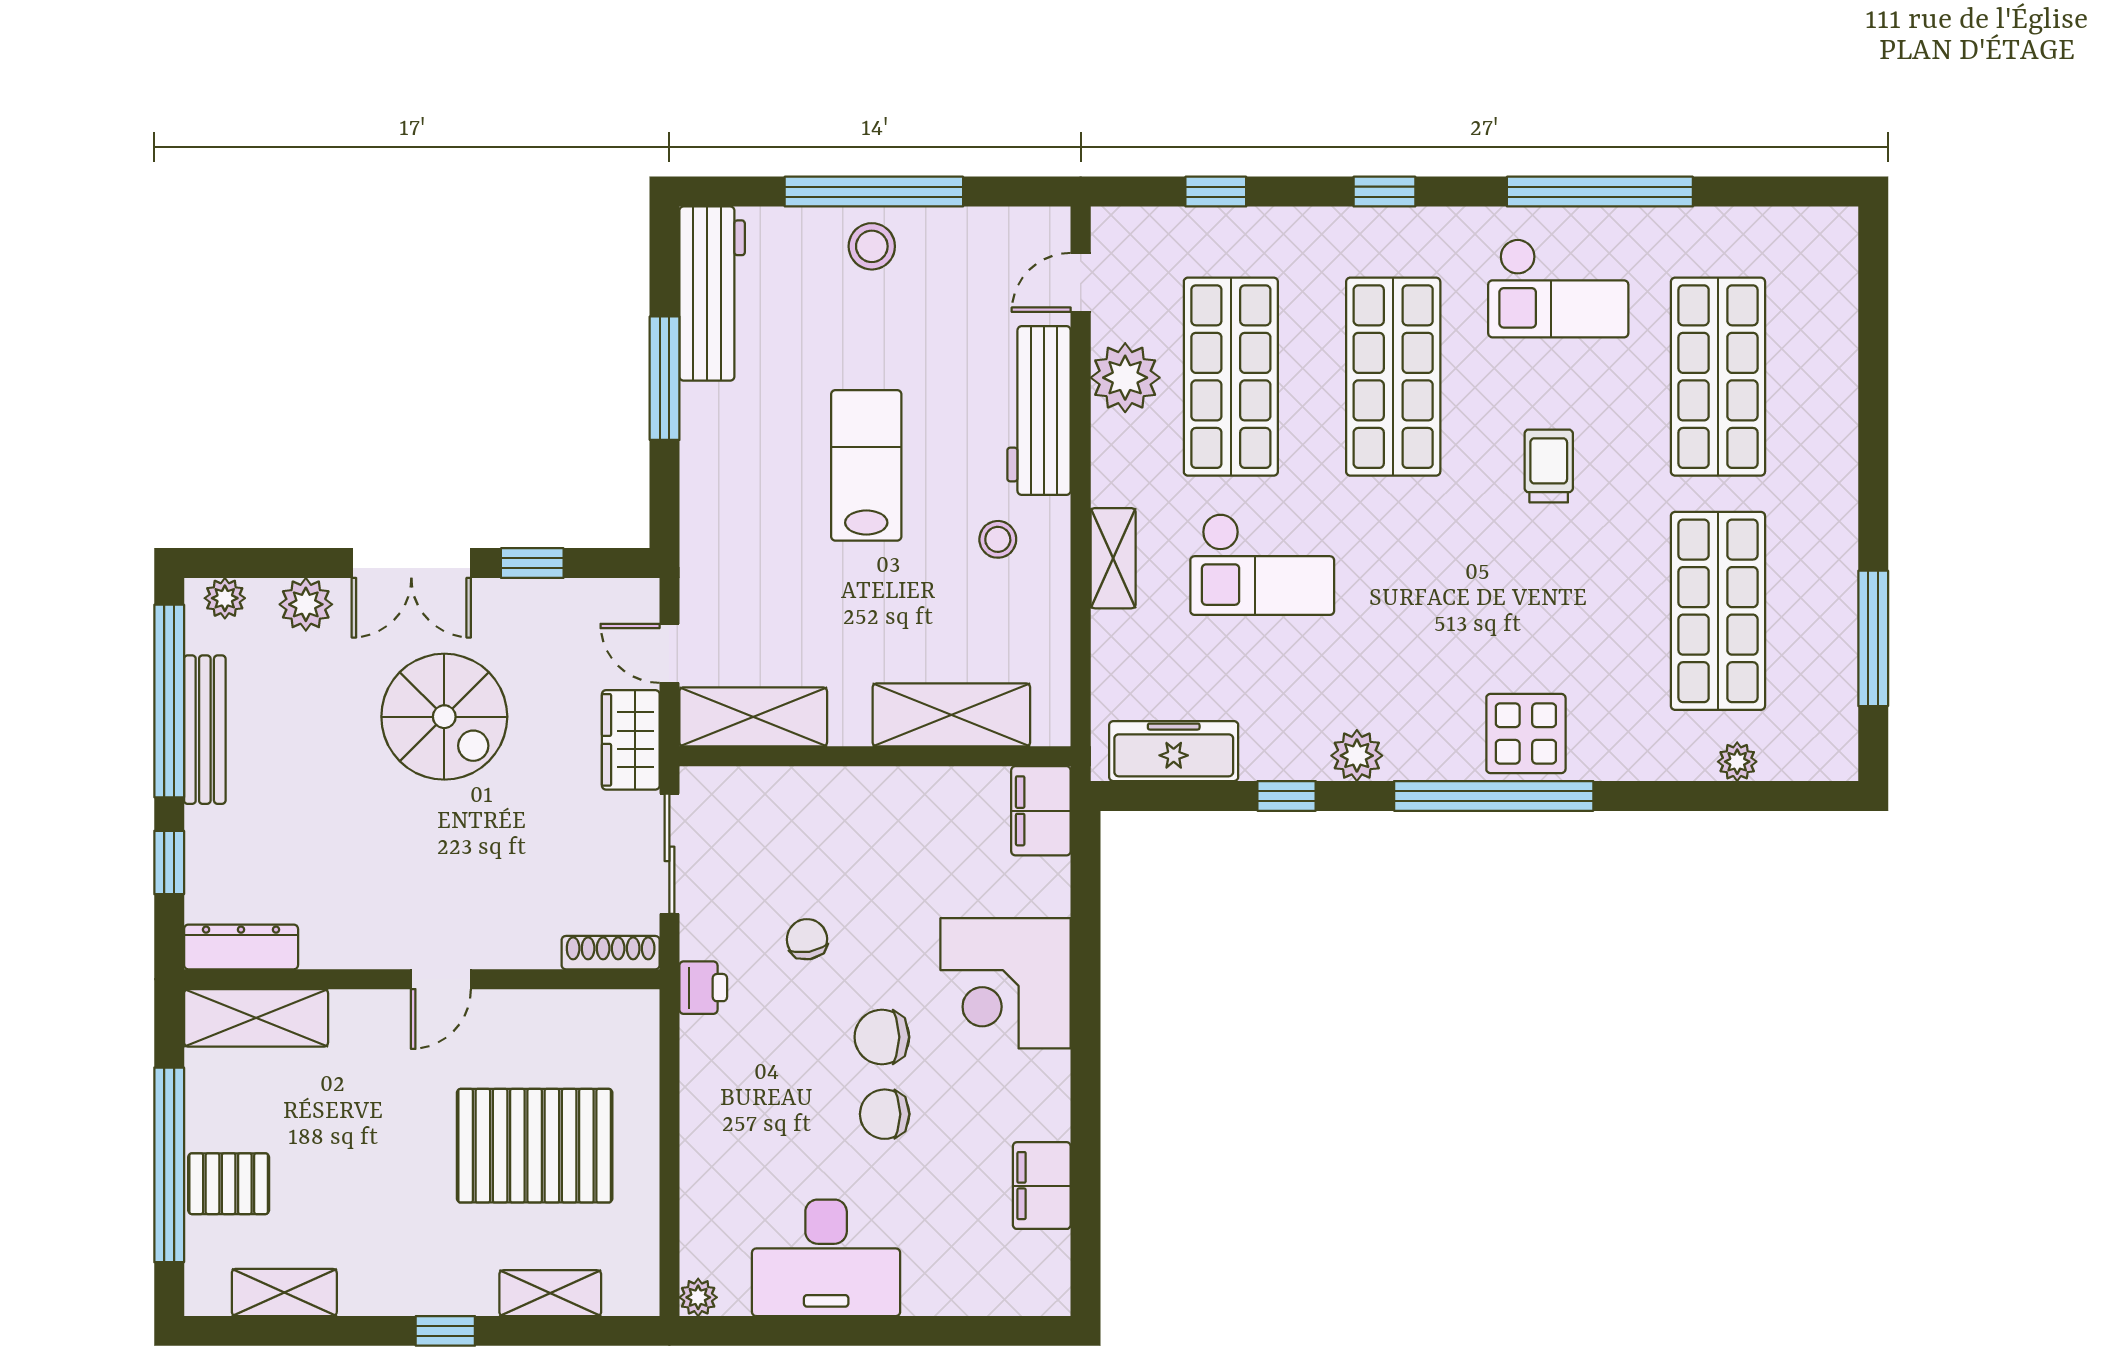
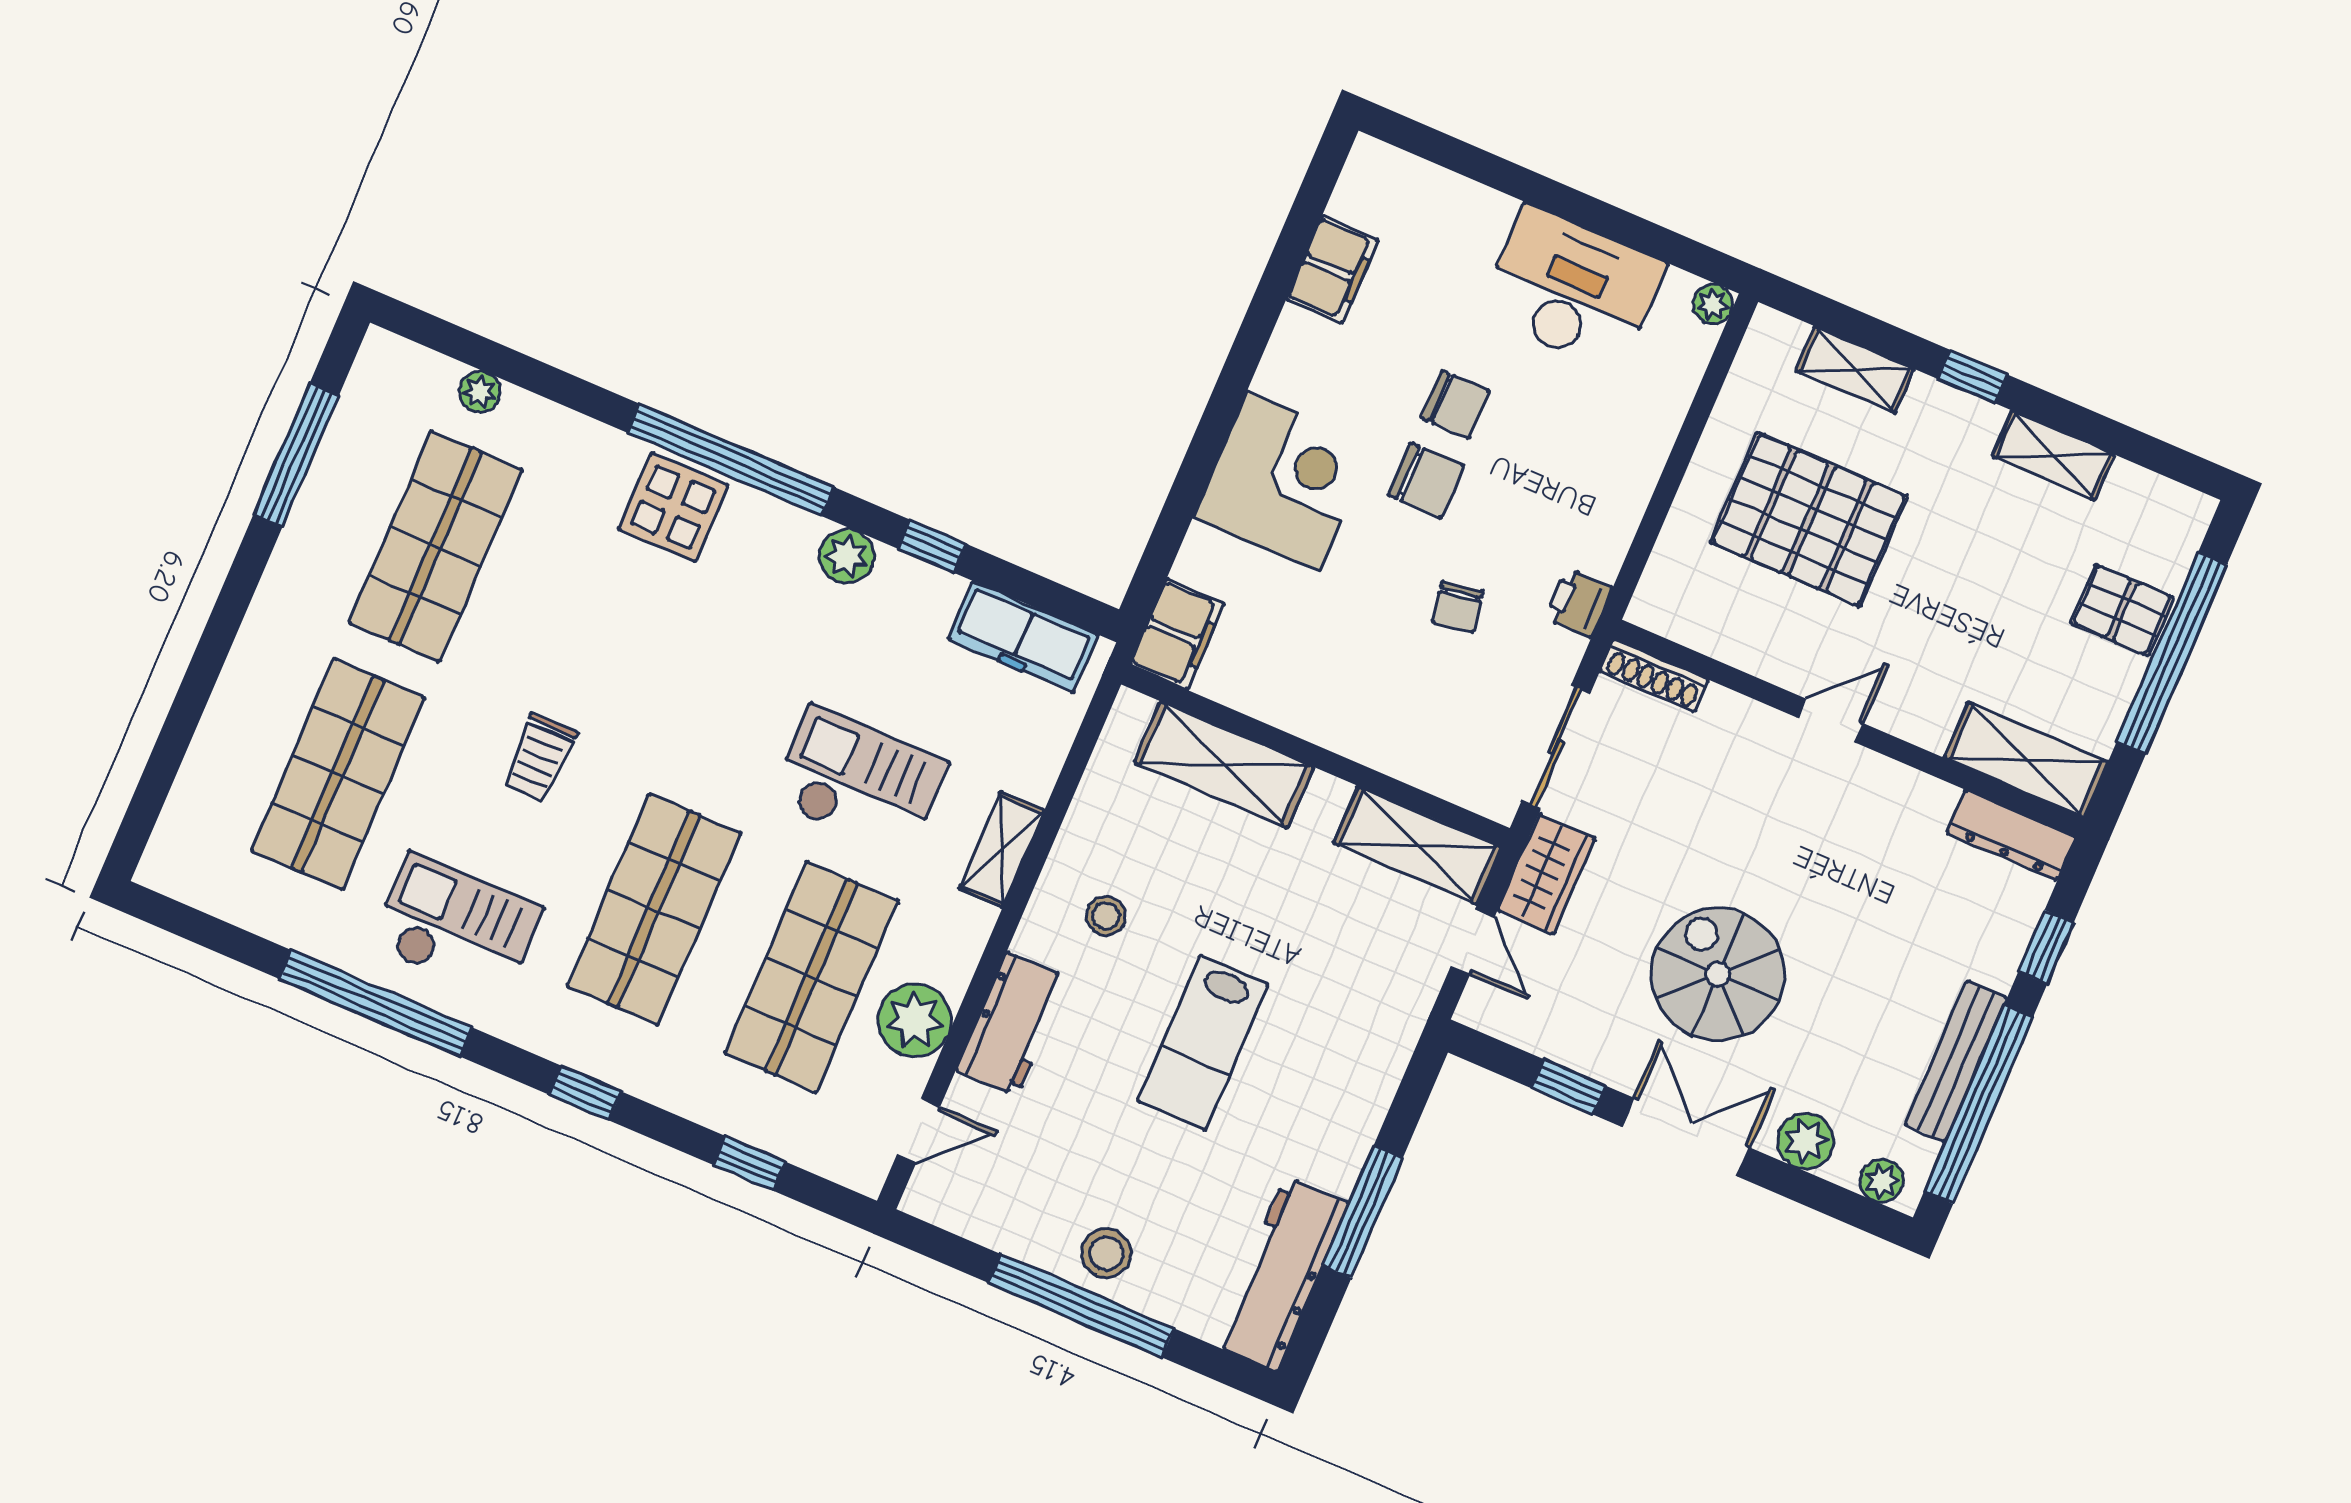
workbench: (1039, 411) -> (1012, 1024), width x0.73
shelving: (284, 1292) -> (2053, 456), moved

